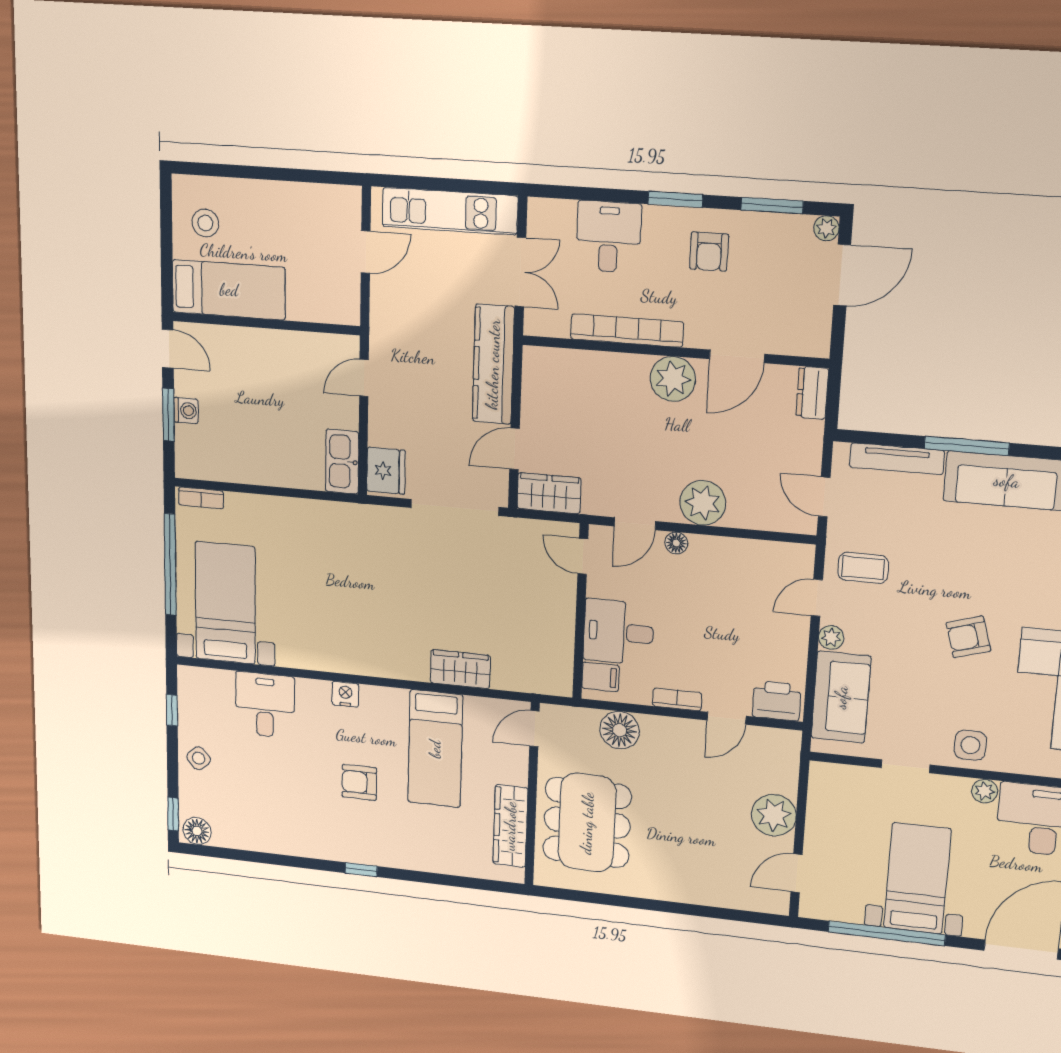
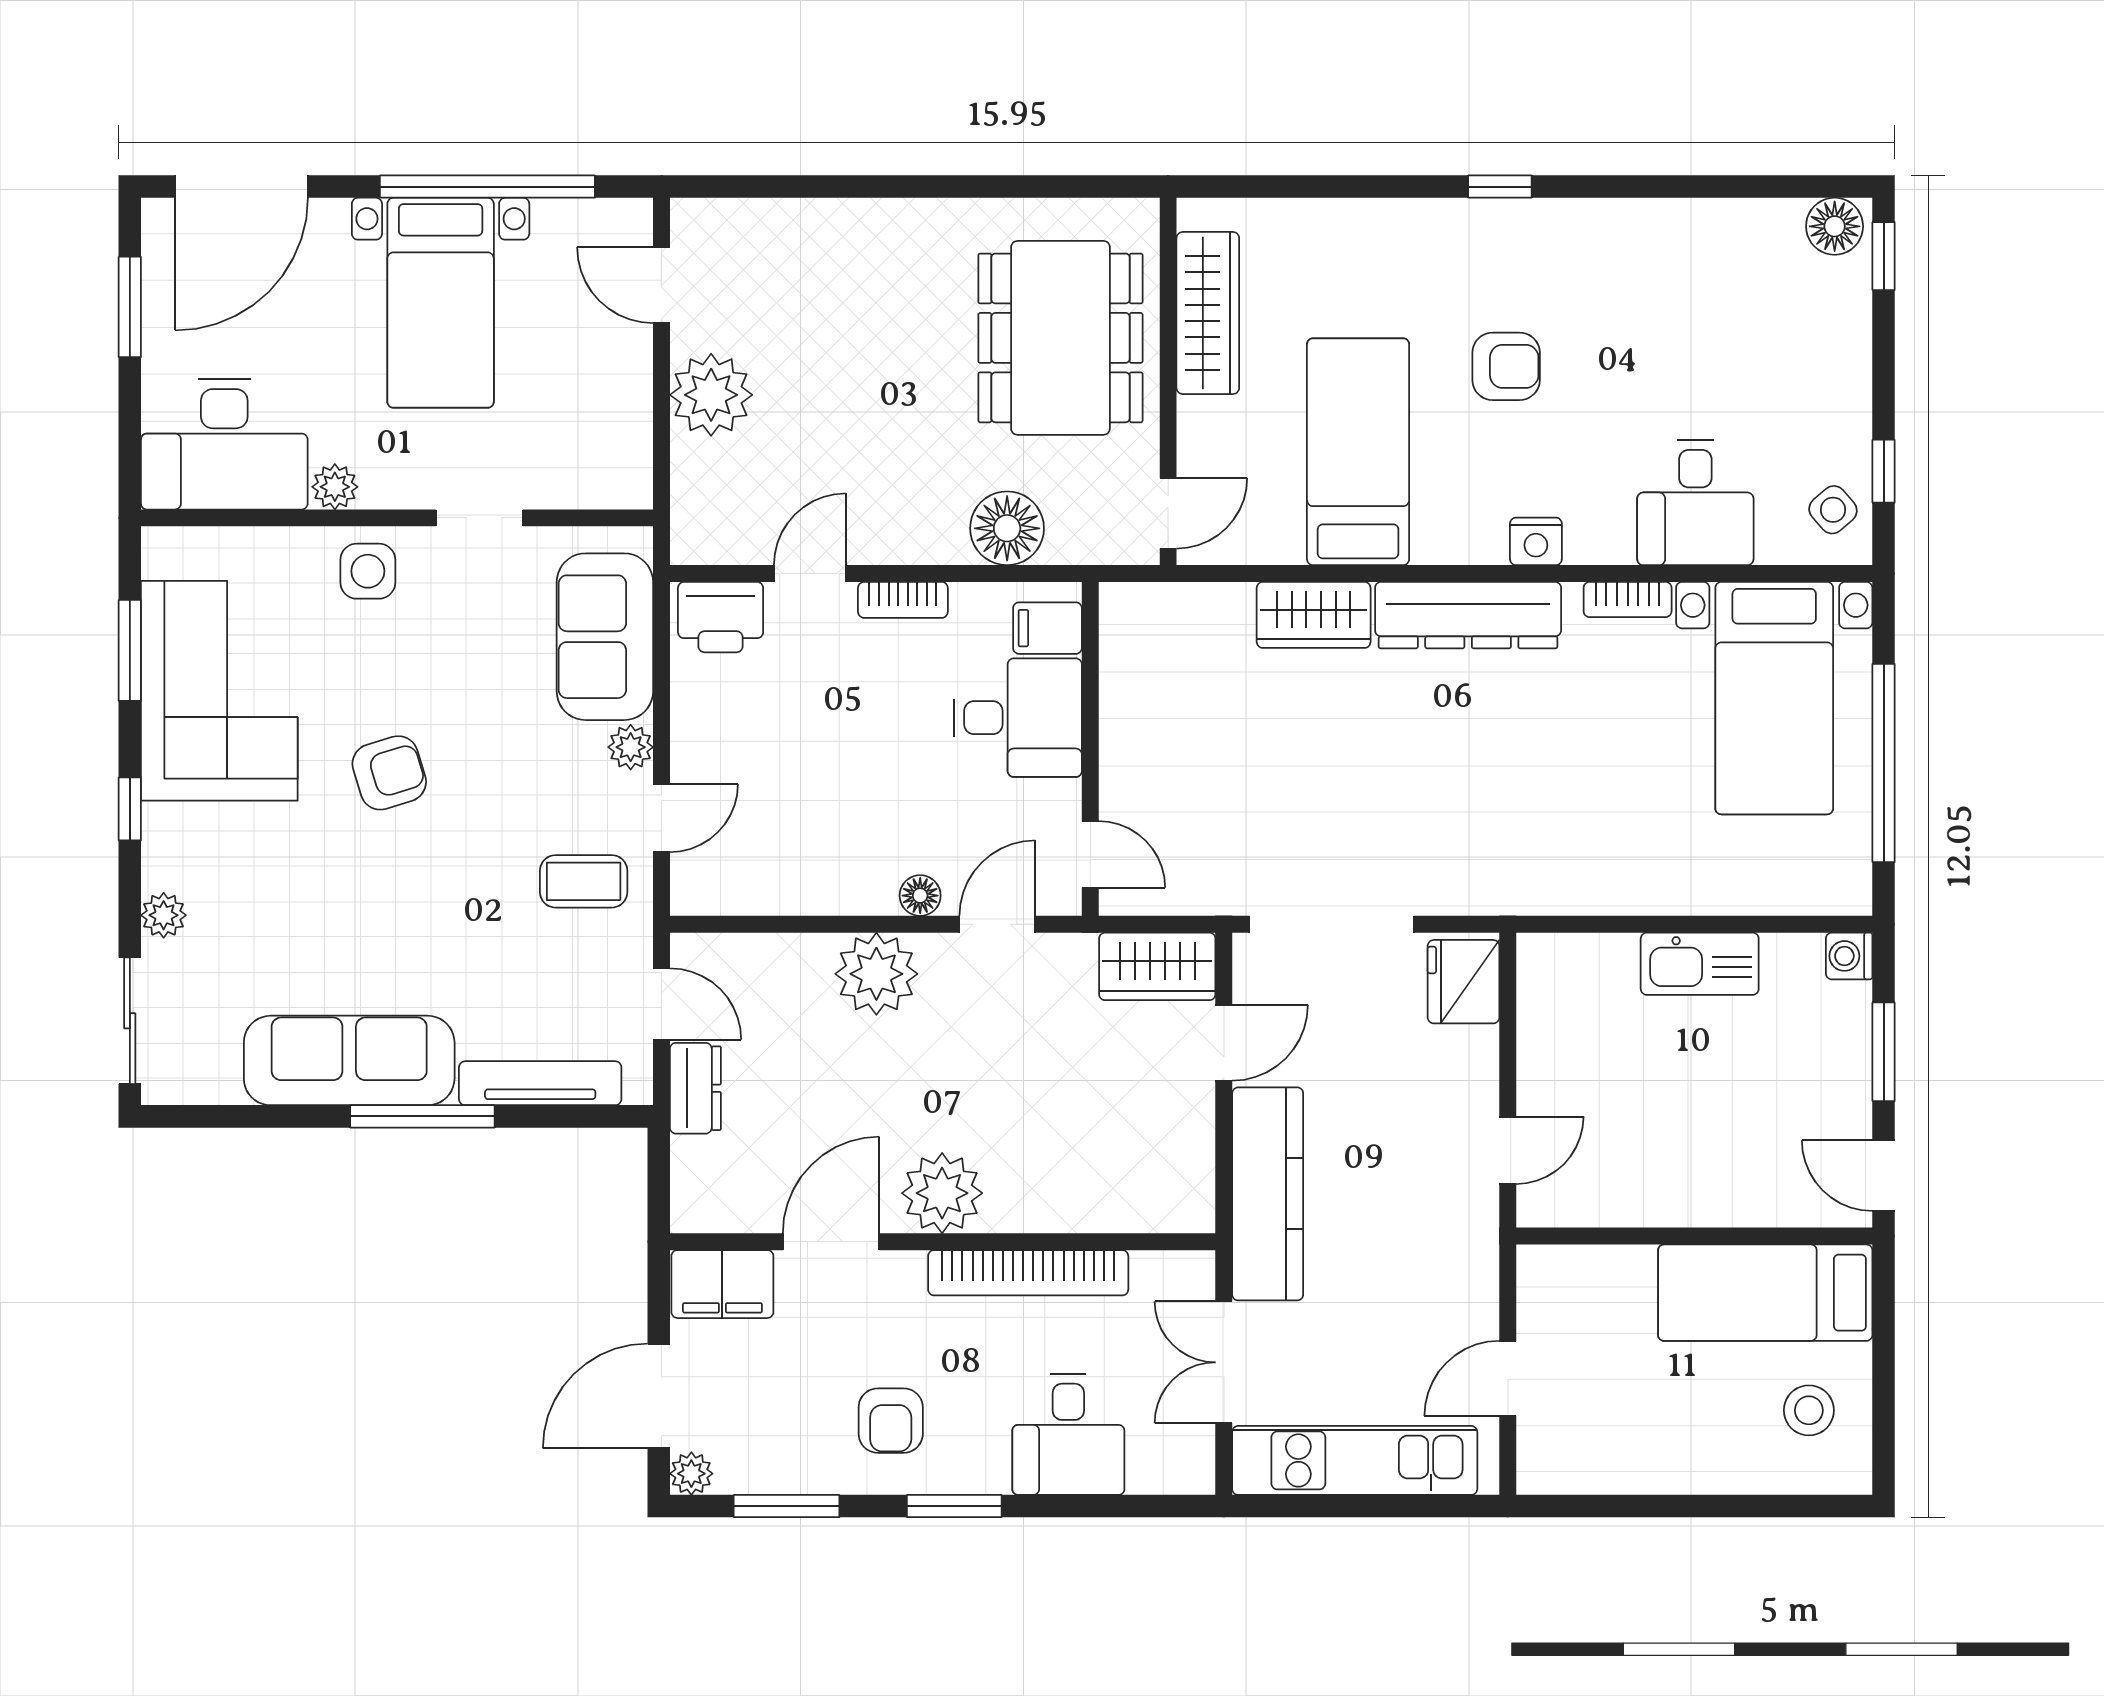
armchair: (709, 252) -> (891, 1421), turned 180
filing cabinet: (801, 337) -> (722, 1284), added
dresser: (812, 393) -> (695, 1088), moved
washing machine: (186, 411) -> (1849, 956), moved
kitchen sink: (342, 462) -> (1700, 964), moved, turned 90
bookcase: (201, 498) -> (1628, 600), moved, turned 180
dresser: (381, 661) -> (1468, 615), added
side table: (199, 758) -> (1833, 510), moved
door: (797, 873) -> (661, 285), swing flipped

